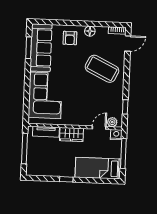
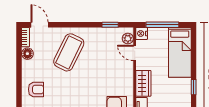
floor lamp: (90, 31) -> (27, 54), moved

